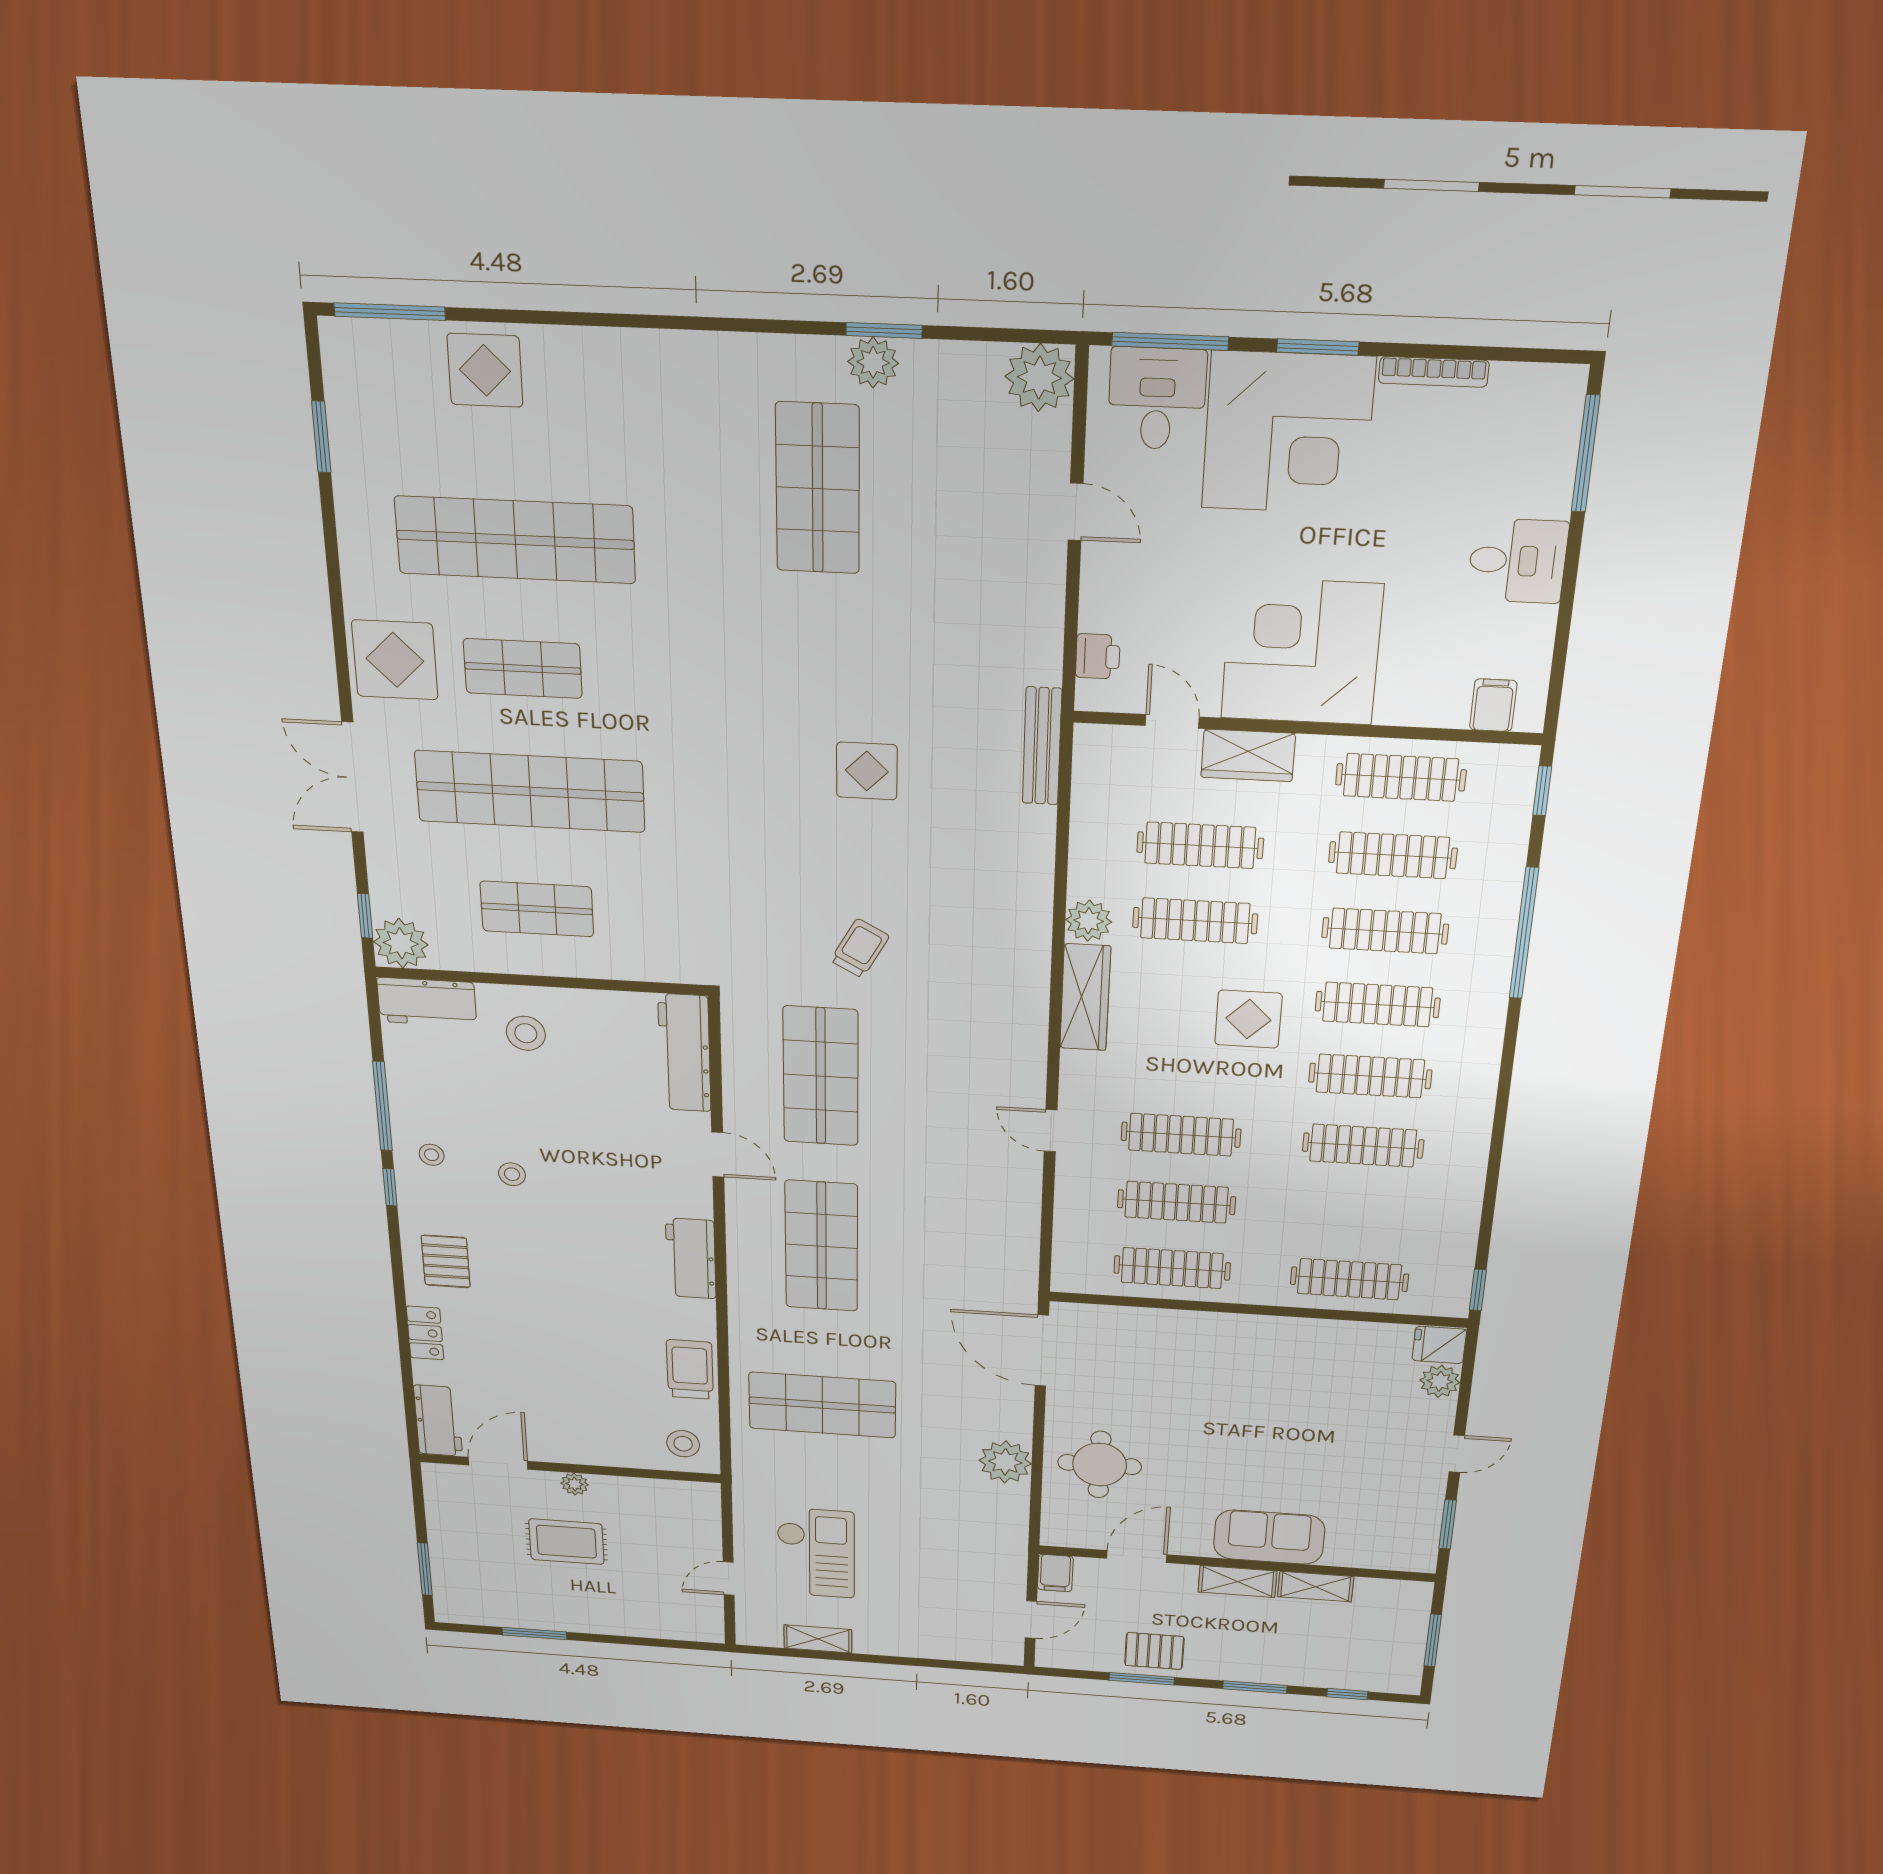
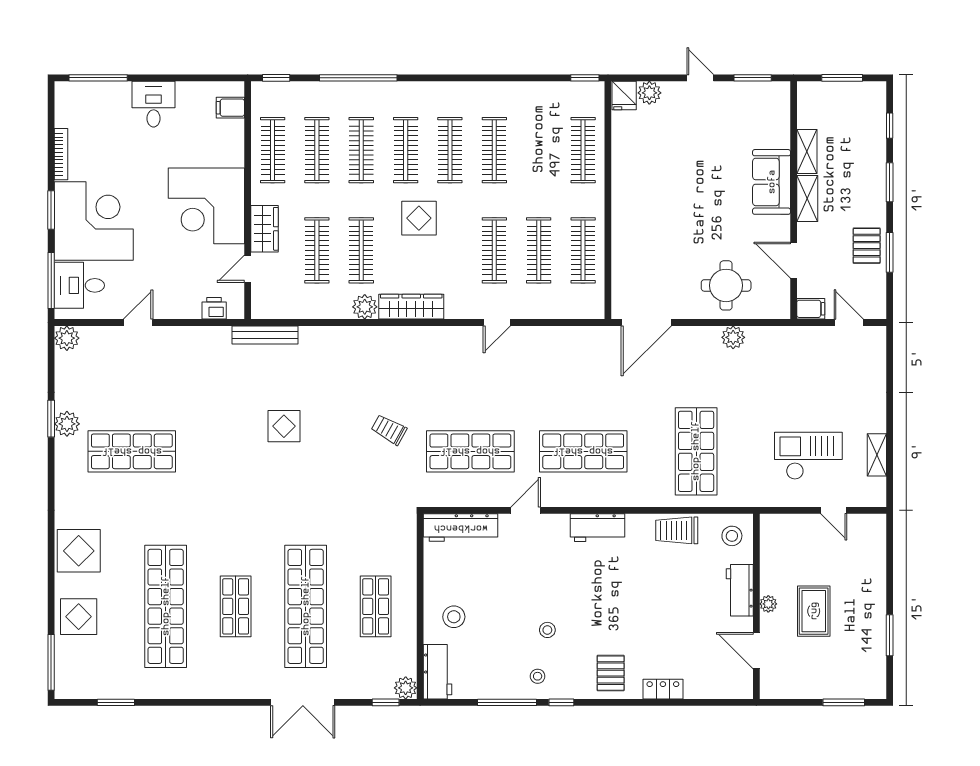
plant: (1039, 378) -> (67, 338), width x0.73, depth x0.73
display table: (395, 660) -> (79, 551), moved
plant: (401, 943) -> (406, 688), width x0.73, depth x0.73
pallet: (446, 1261) -> (611, 673), turned 90
workbench: (438, 1421) -> (740, 590), moved, turned -90
plant: (1005, 1462) -> (733, 337), width x0.73, depth x0.73

